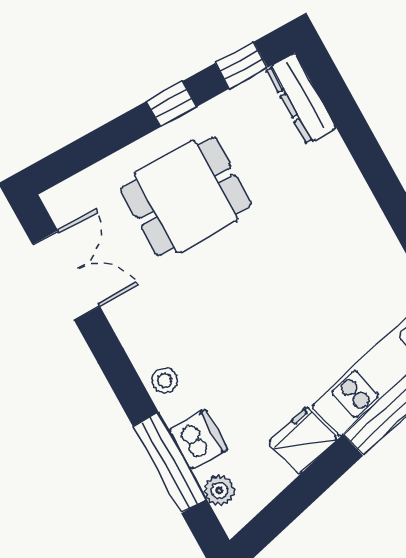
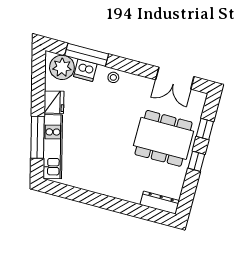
window: (242, 65) -> (205, 129), moved
dining table: (186, 197) -> (164, 138), width x1.38
plant: (219, 490) -> (62, 67), width x1.88, depth x1.88

